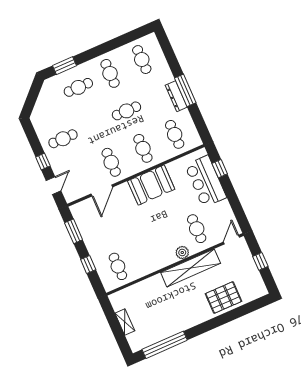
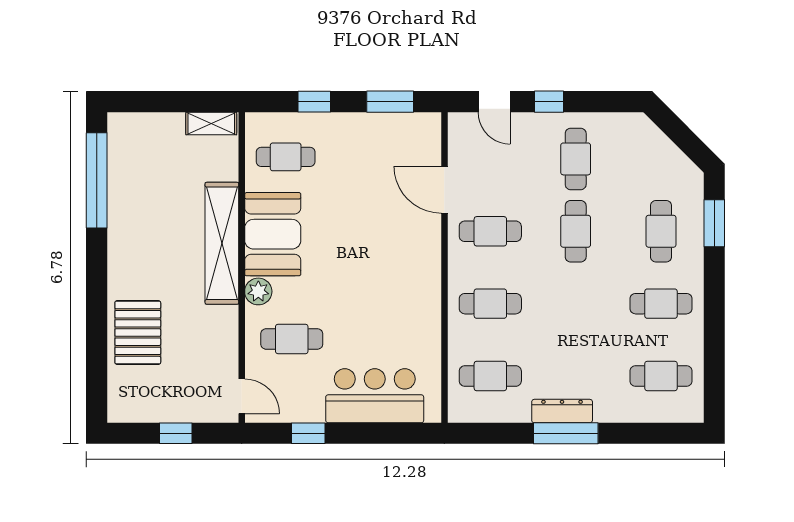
cafe table: (126, 111) -> (576, 231), moved
window: (220, 169) -> (308, 433), moved
booth: (151, 185) -> (273, 234), moved
shelving: (191, 268) -> (222, 243), moved
shelving: (125, 322) -> (211, 123), moved

